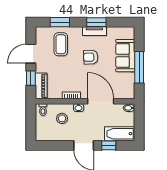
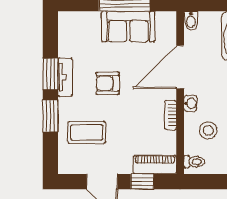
window: (60, 22) -> (50, 116), moved
sofa: (125, 56) -> (128, 27), moved
armchair: (91, 57) -> (108, 83), turned 92

